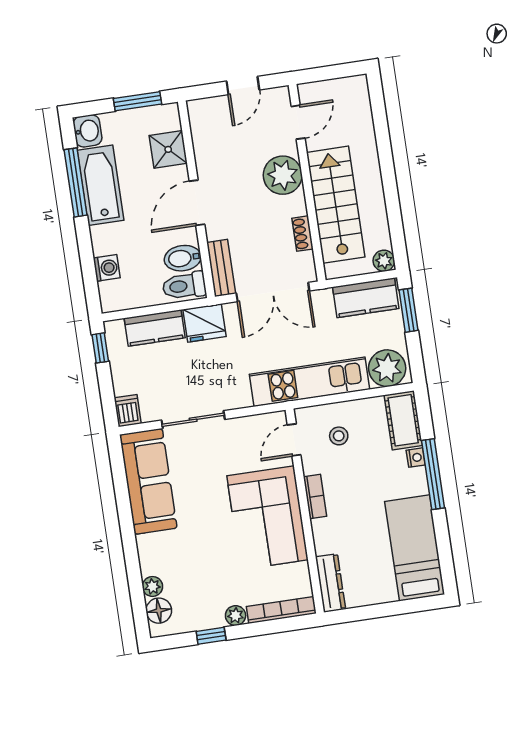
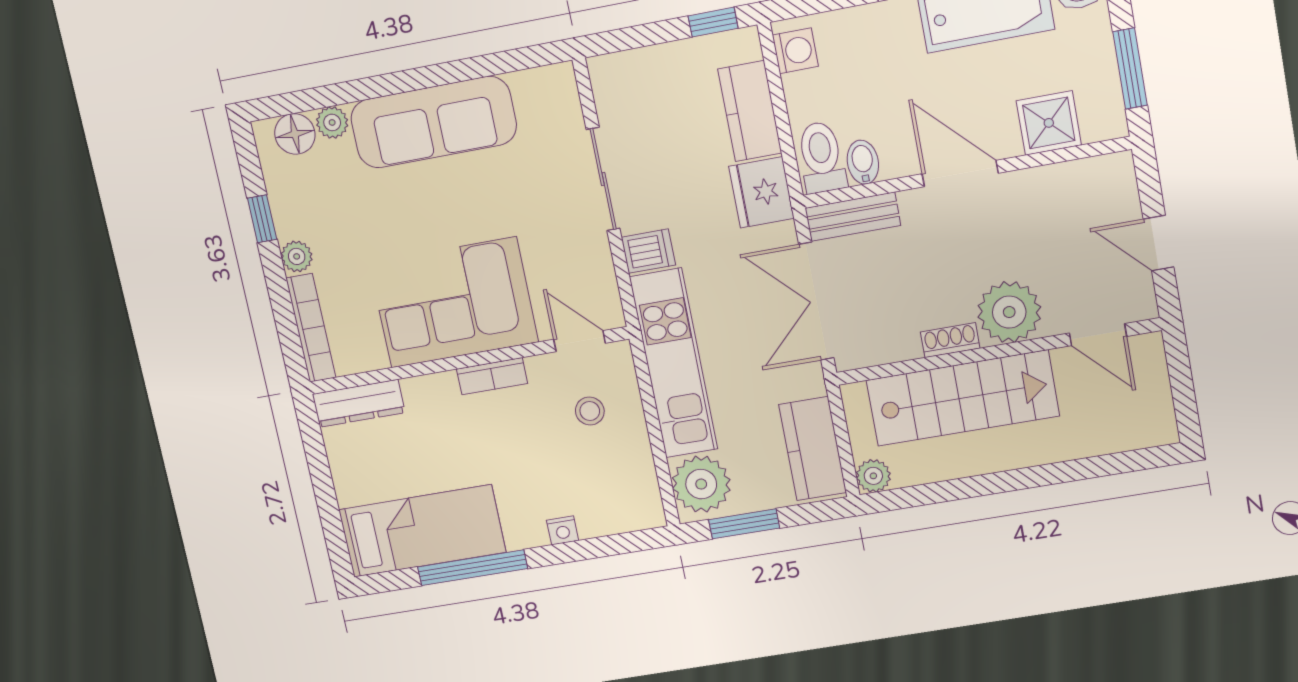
shoe rack: (303, 234) -> (950, 340), moved
bidet: (183, 258) -> (863, 162), width x0.72, depth x0.74
washing machine: (107, 268) -> (795, 51), moved, turned -90
window: (408, 310) -> (744, 524), moved
dishwasher: (128, 411) -> (648, 251), moved
cot: (403, 420) -> (620, 510), removed
window: (433, 474) -> (472, 568), moved
sofa: (148, 481) -> (434, 122), moved

